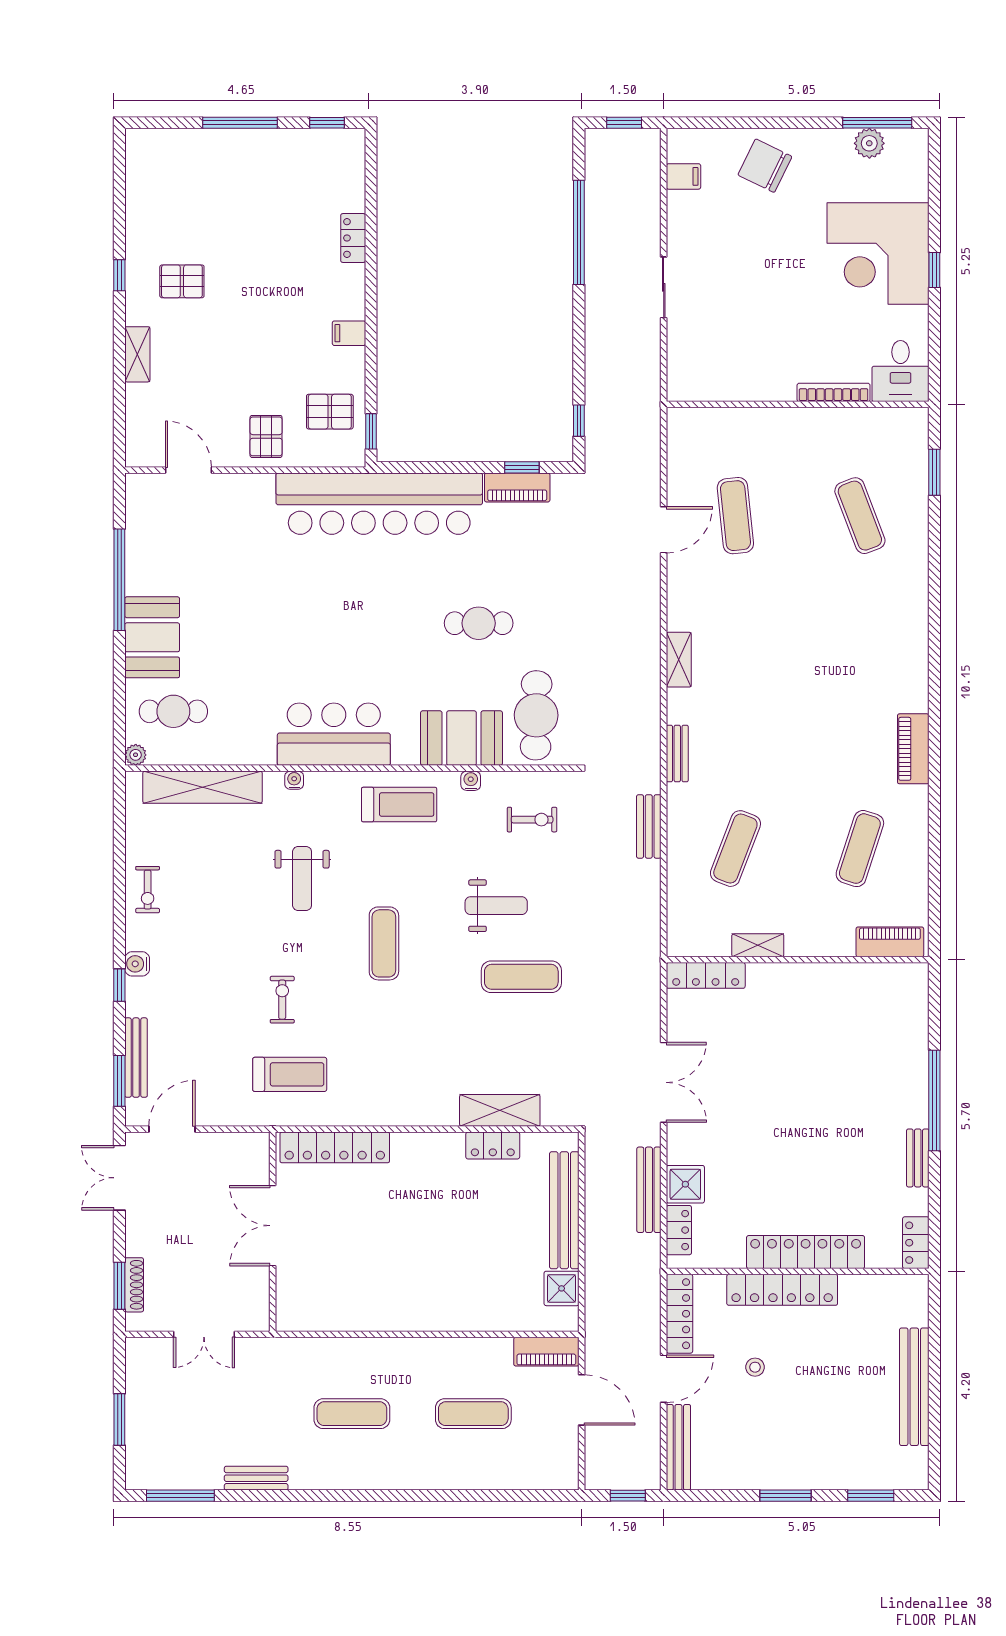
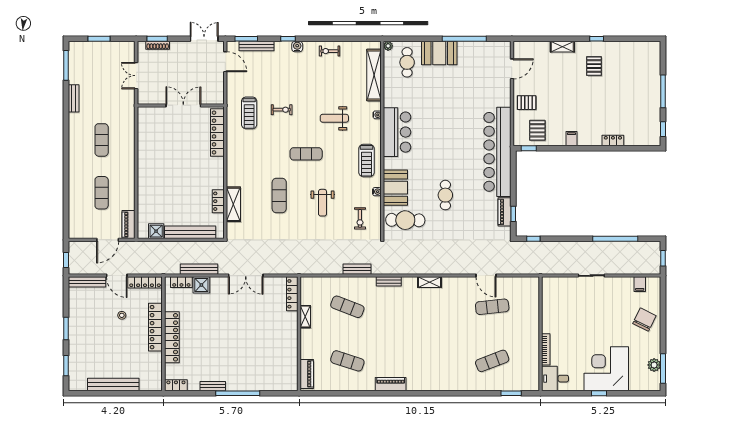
exercise mat: (521, 977) -> (279, 195), moved

